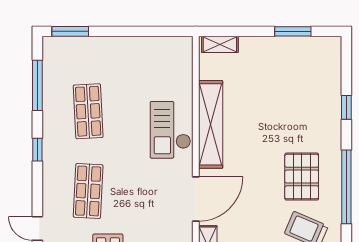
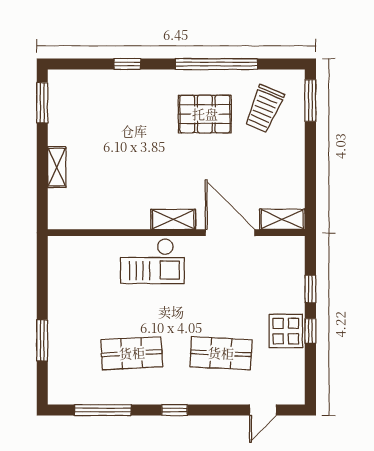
window: (70, 31) -> (42, 340), moved
window: (293, 31) -> (42, 103), moved
shelving: (220, 44) -> (57, 167), moved
shelving: (211, 124) -> (173, 219), width x0.45, depth x0.75

